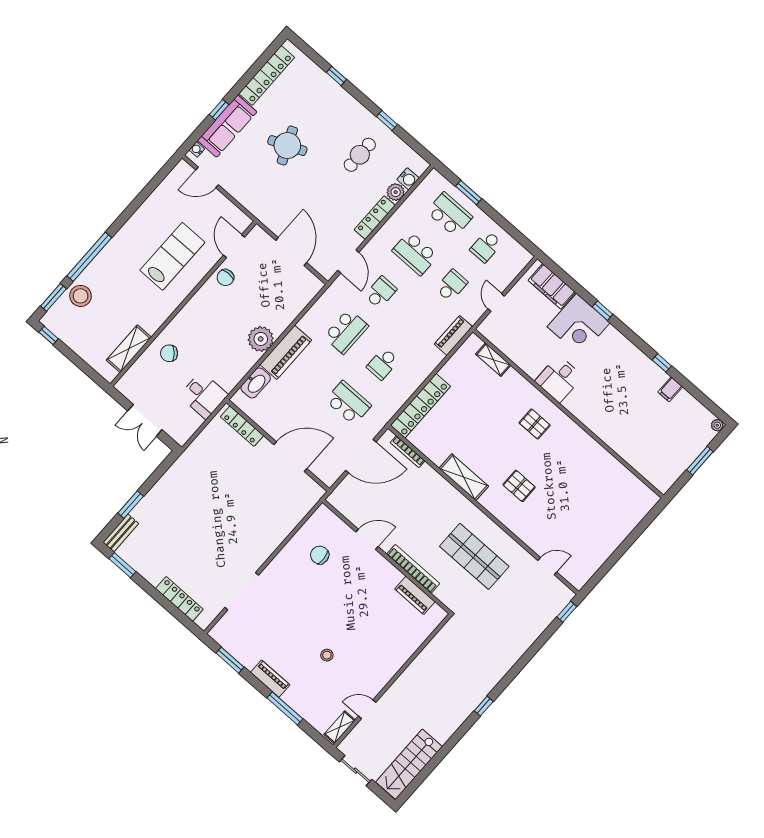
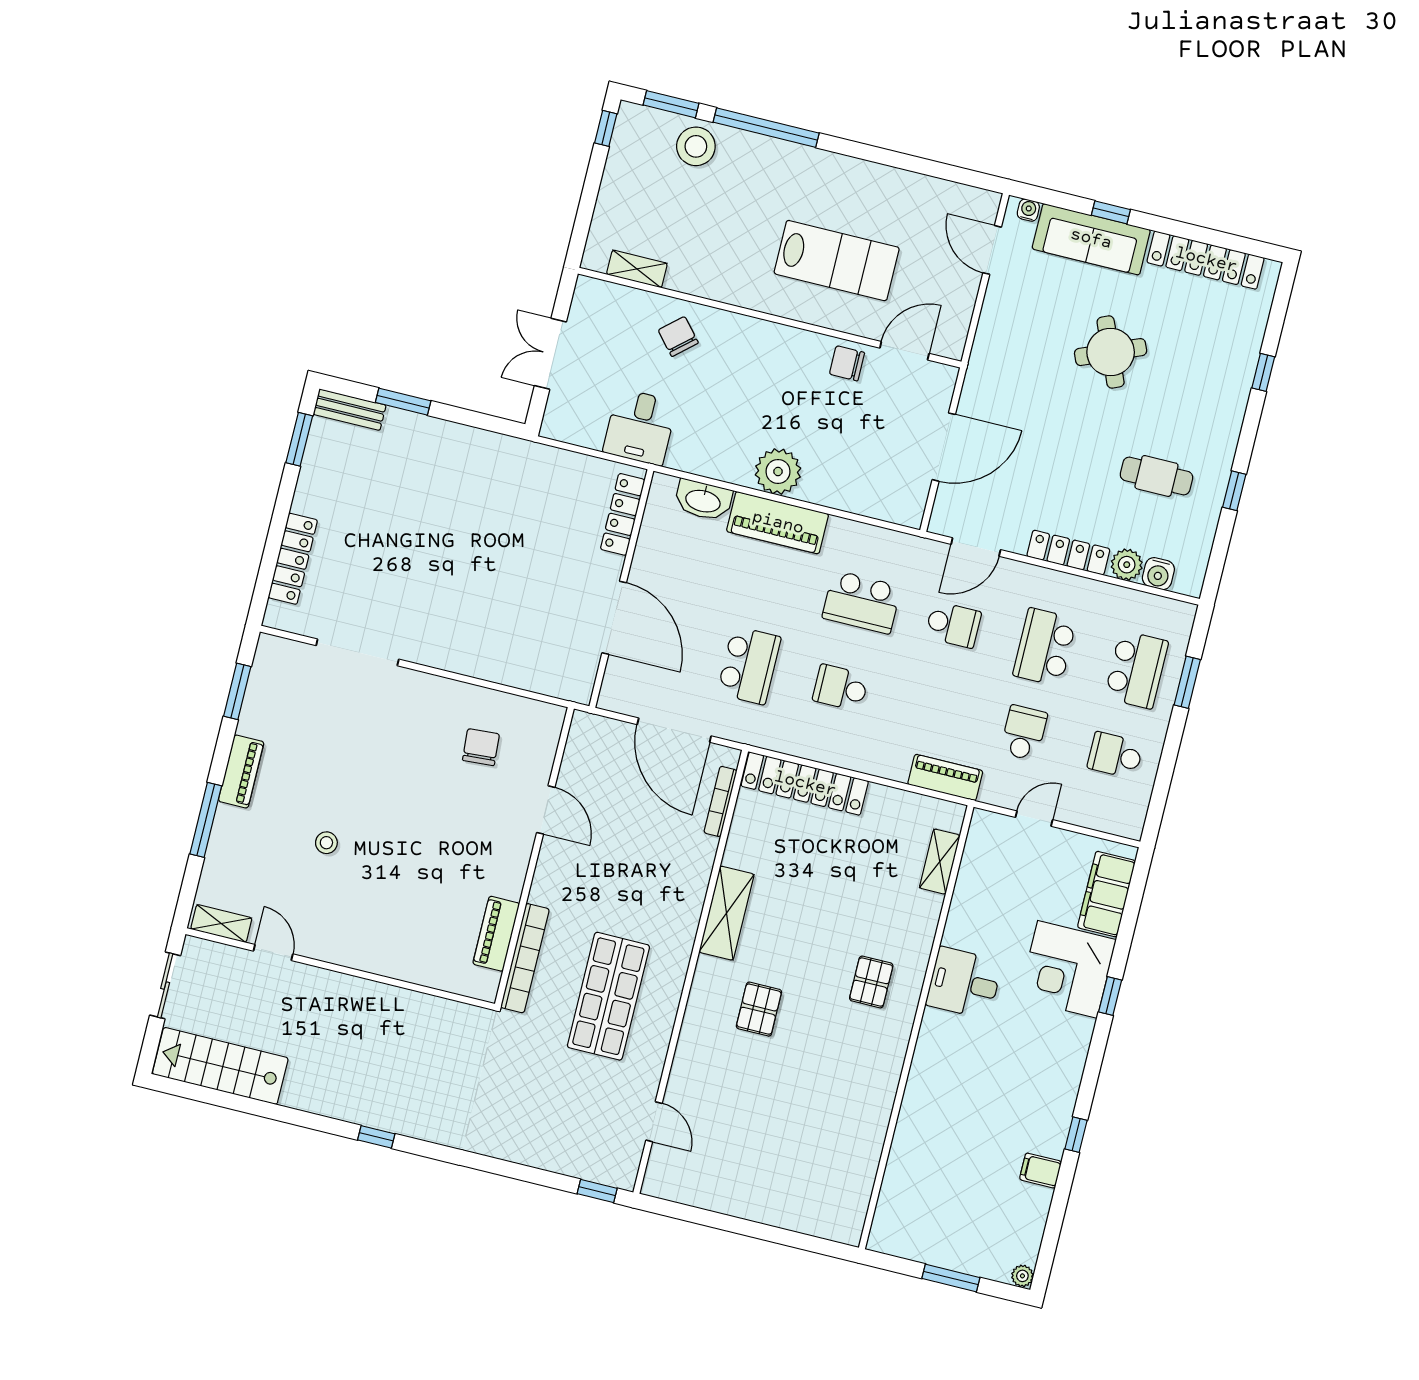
school desk: (452, 286) -> (1024, 733), turned -90
shelving: (129, 349) -> (637, 269), width x0.67, depth x0.75
bookcase: (413, 569) -> (525, 958), moved

